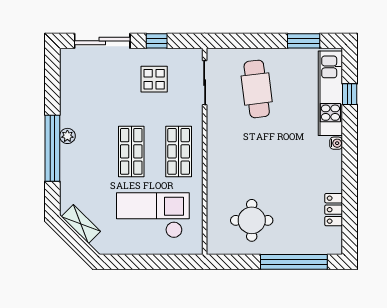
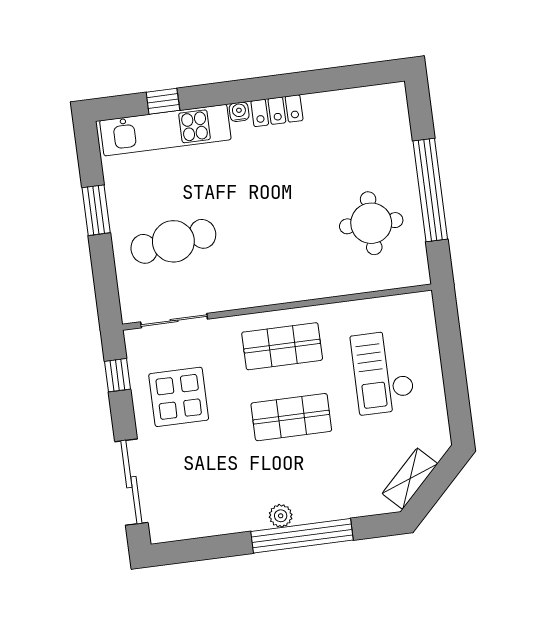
window: (157, 41) -> (117, 375), moved
window: (304, 41) -> (96, 210), moved
display table: (154, 79) -> (179, 397), width x1.36, depth x1.36
locker: (334, 210) -> (277, 111), moved
checkout: (153, 215) -> (383, 372), width x0.73, depth x0.83
window: (294, 262) -> (430, 190), moved

